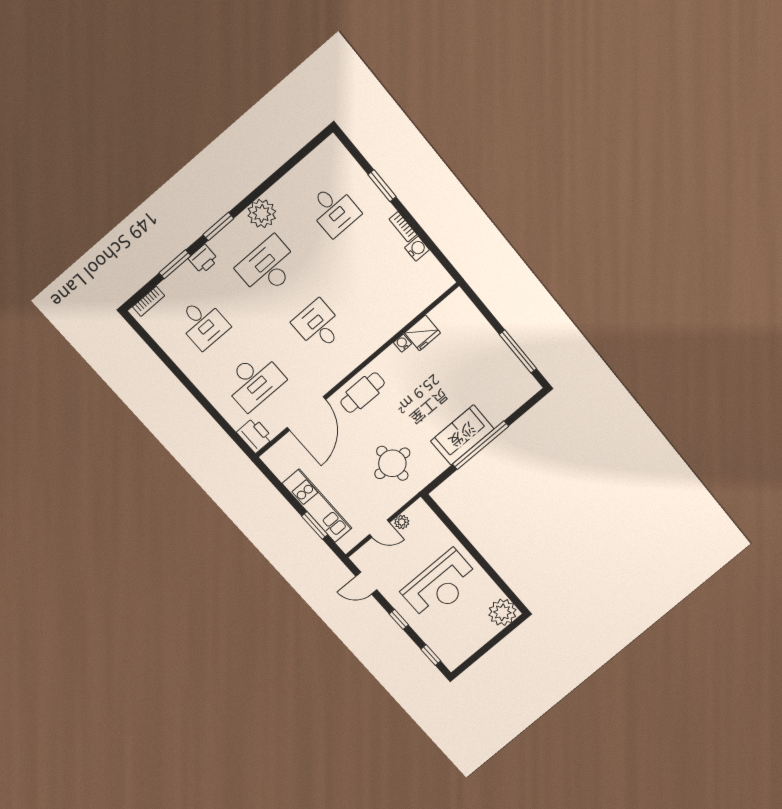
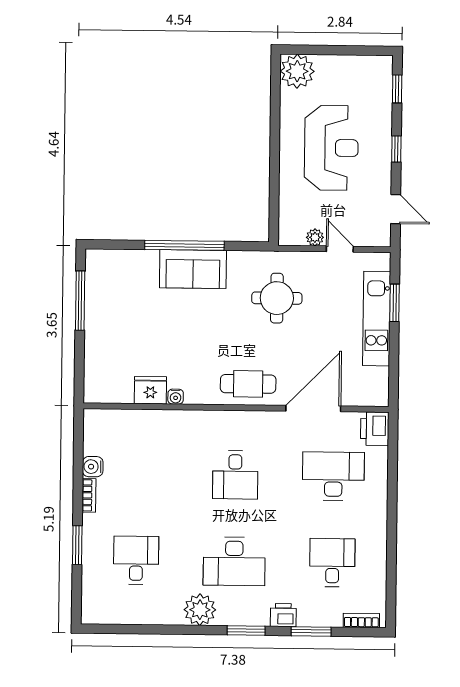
reception desk: (440, 585) -> (331, 148), turned 90

